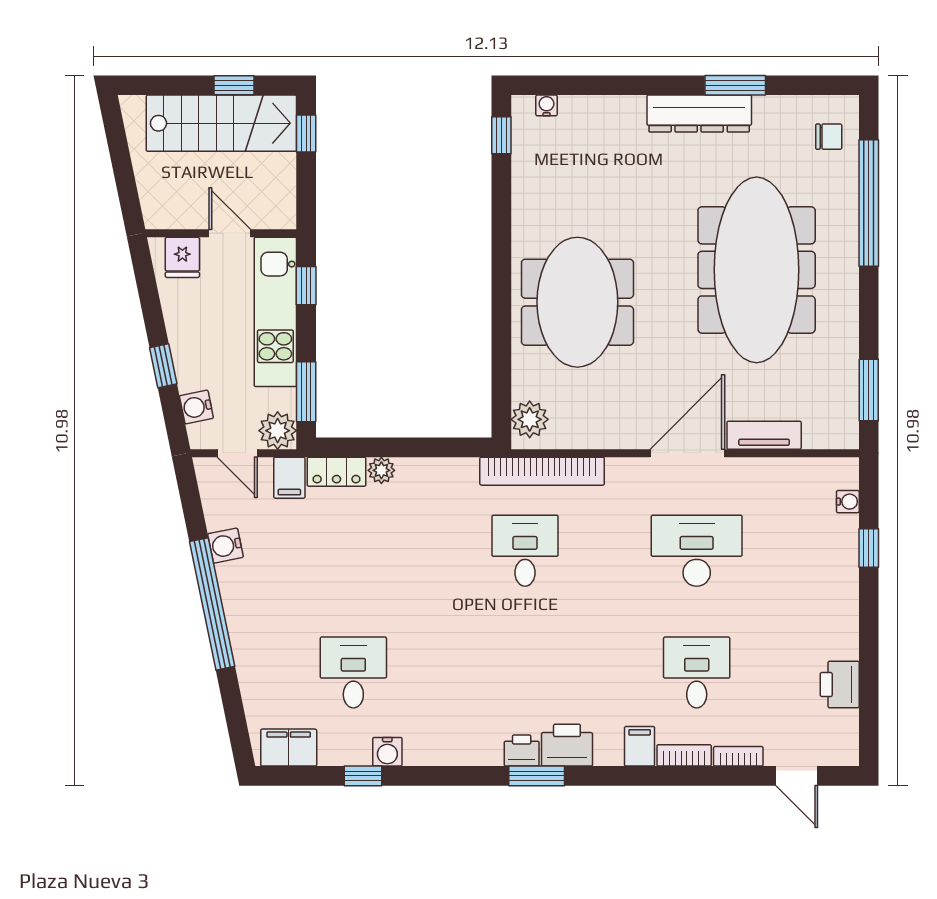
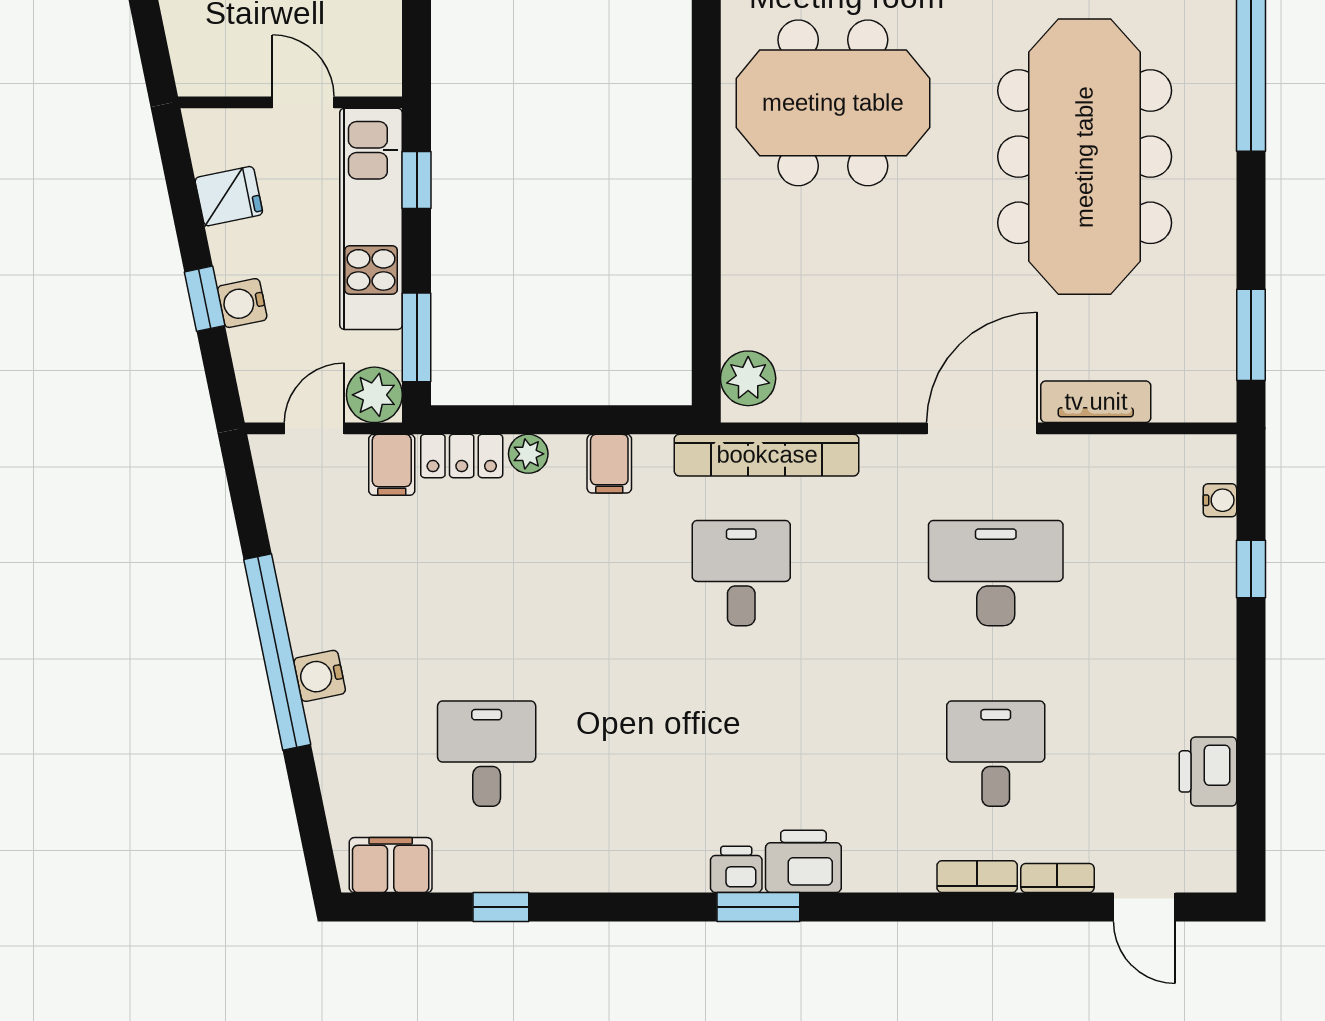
fridge: (182, 257) -> (229, 196), moved, turned -102
meeting table: (577, 302) -> (833, 103), moved, turned 90
water cooler: (196, 407) -> (242, 303), moved
door: (237, 453) -> (314, 428), swing flipped
water cooler: (225, 546) -> (320, 676), moved
filing cabinet: (640, 746) -> (609, 464), moved, turned 180
water cooler: (387, 752) -> (537, 871), removed

